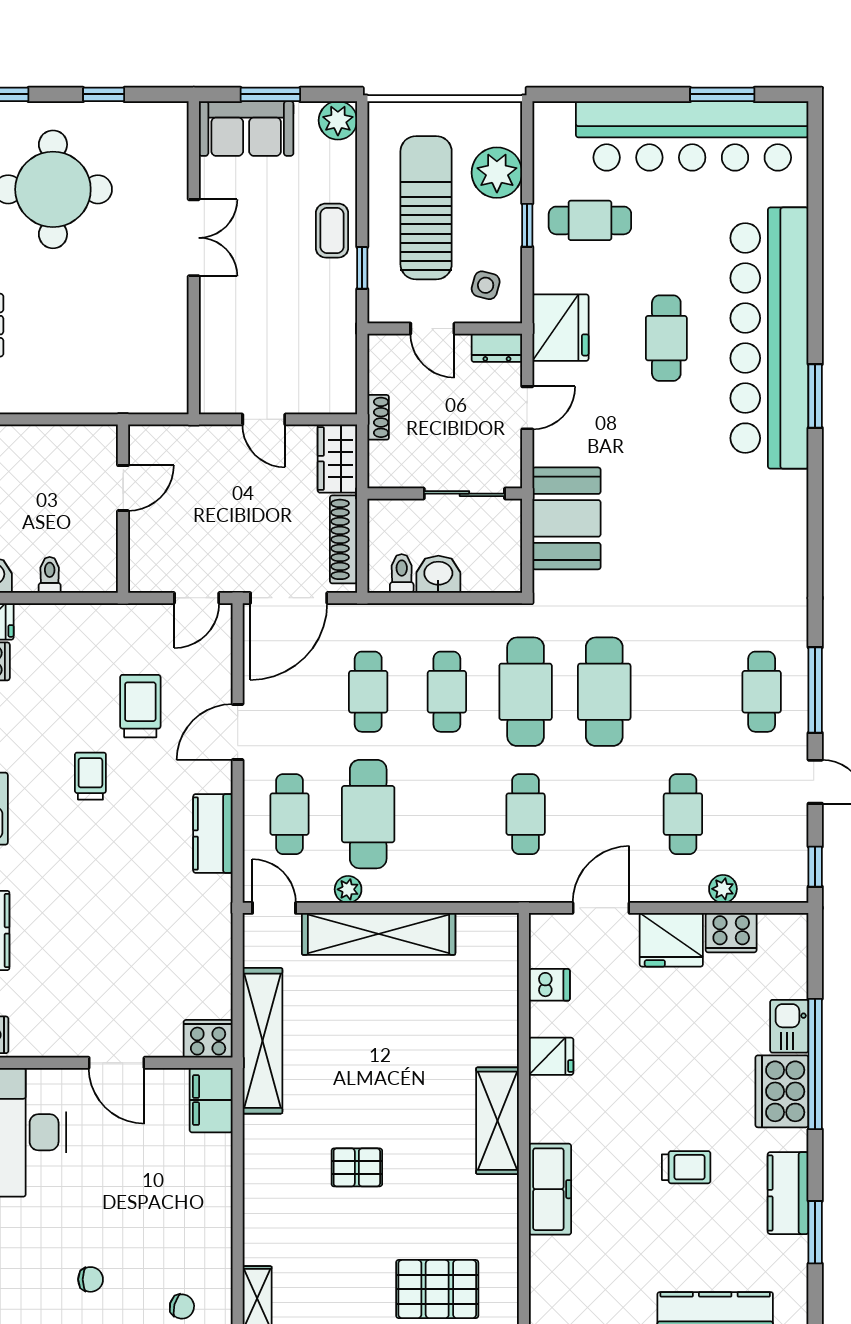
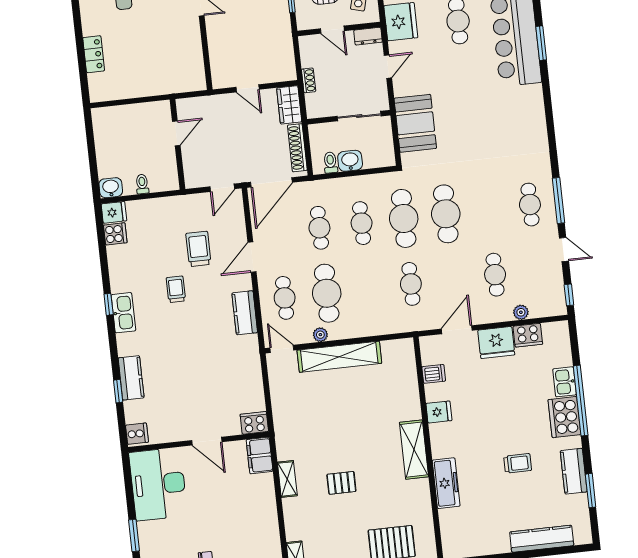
shelving: (262, 1041) -> (287, 479), moved, width x0.45, depth x0.75

